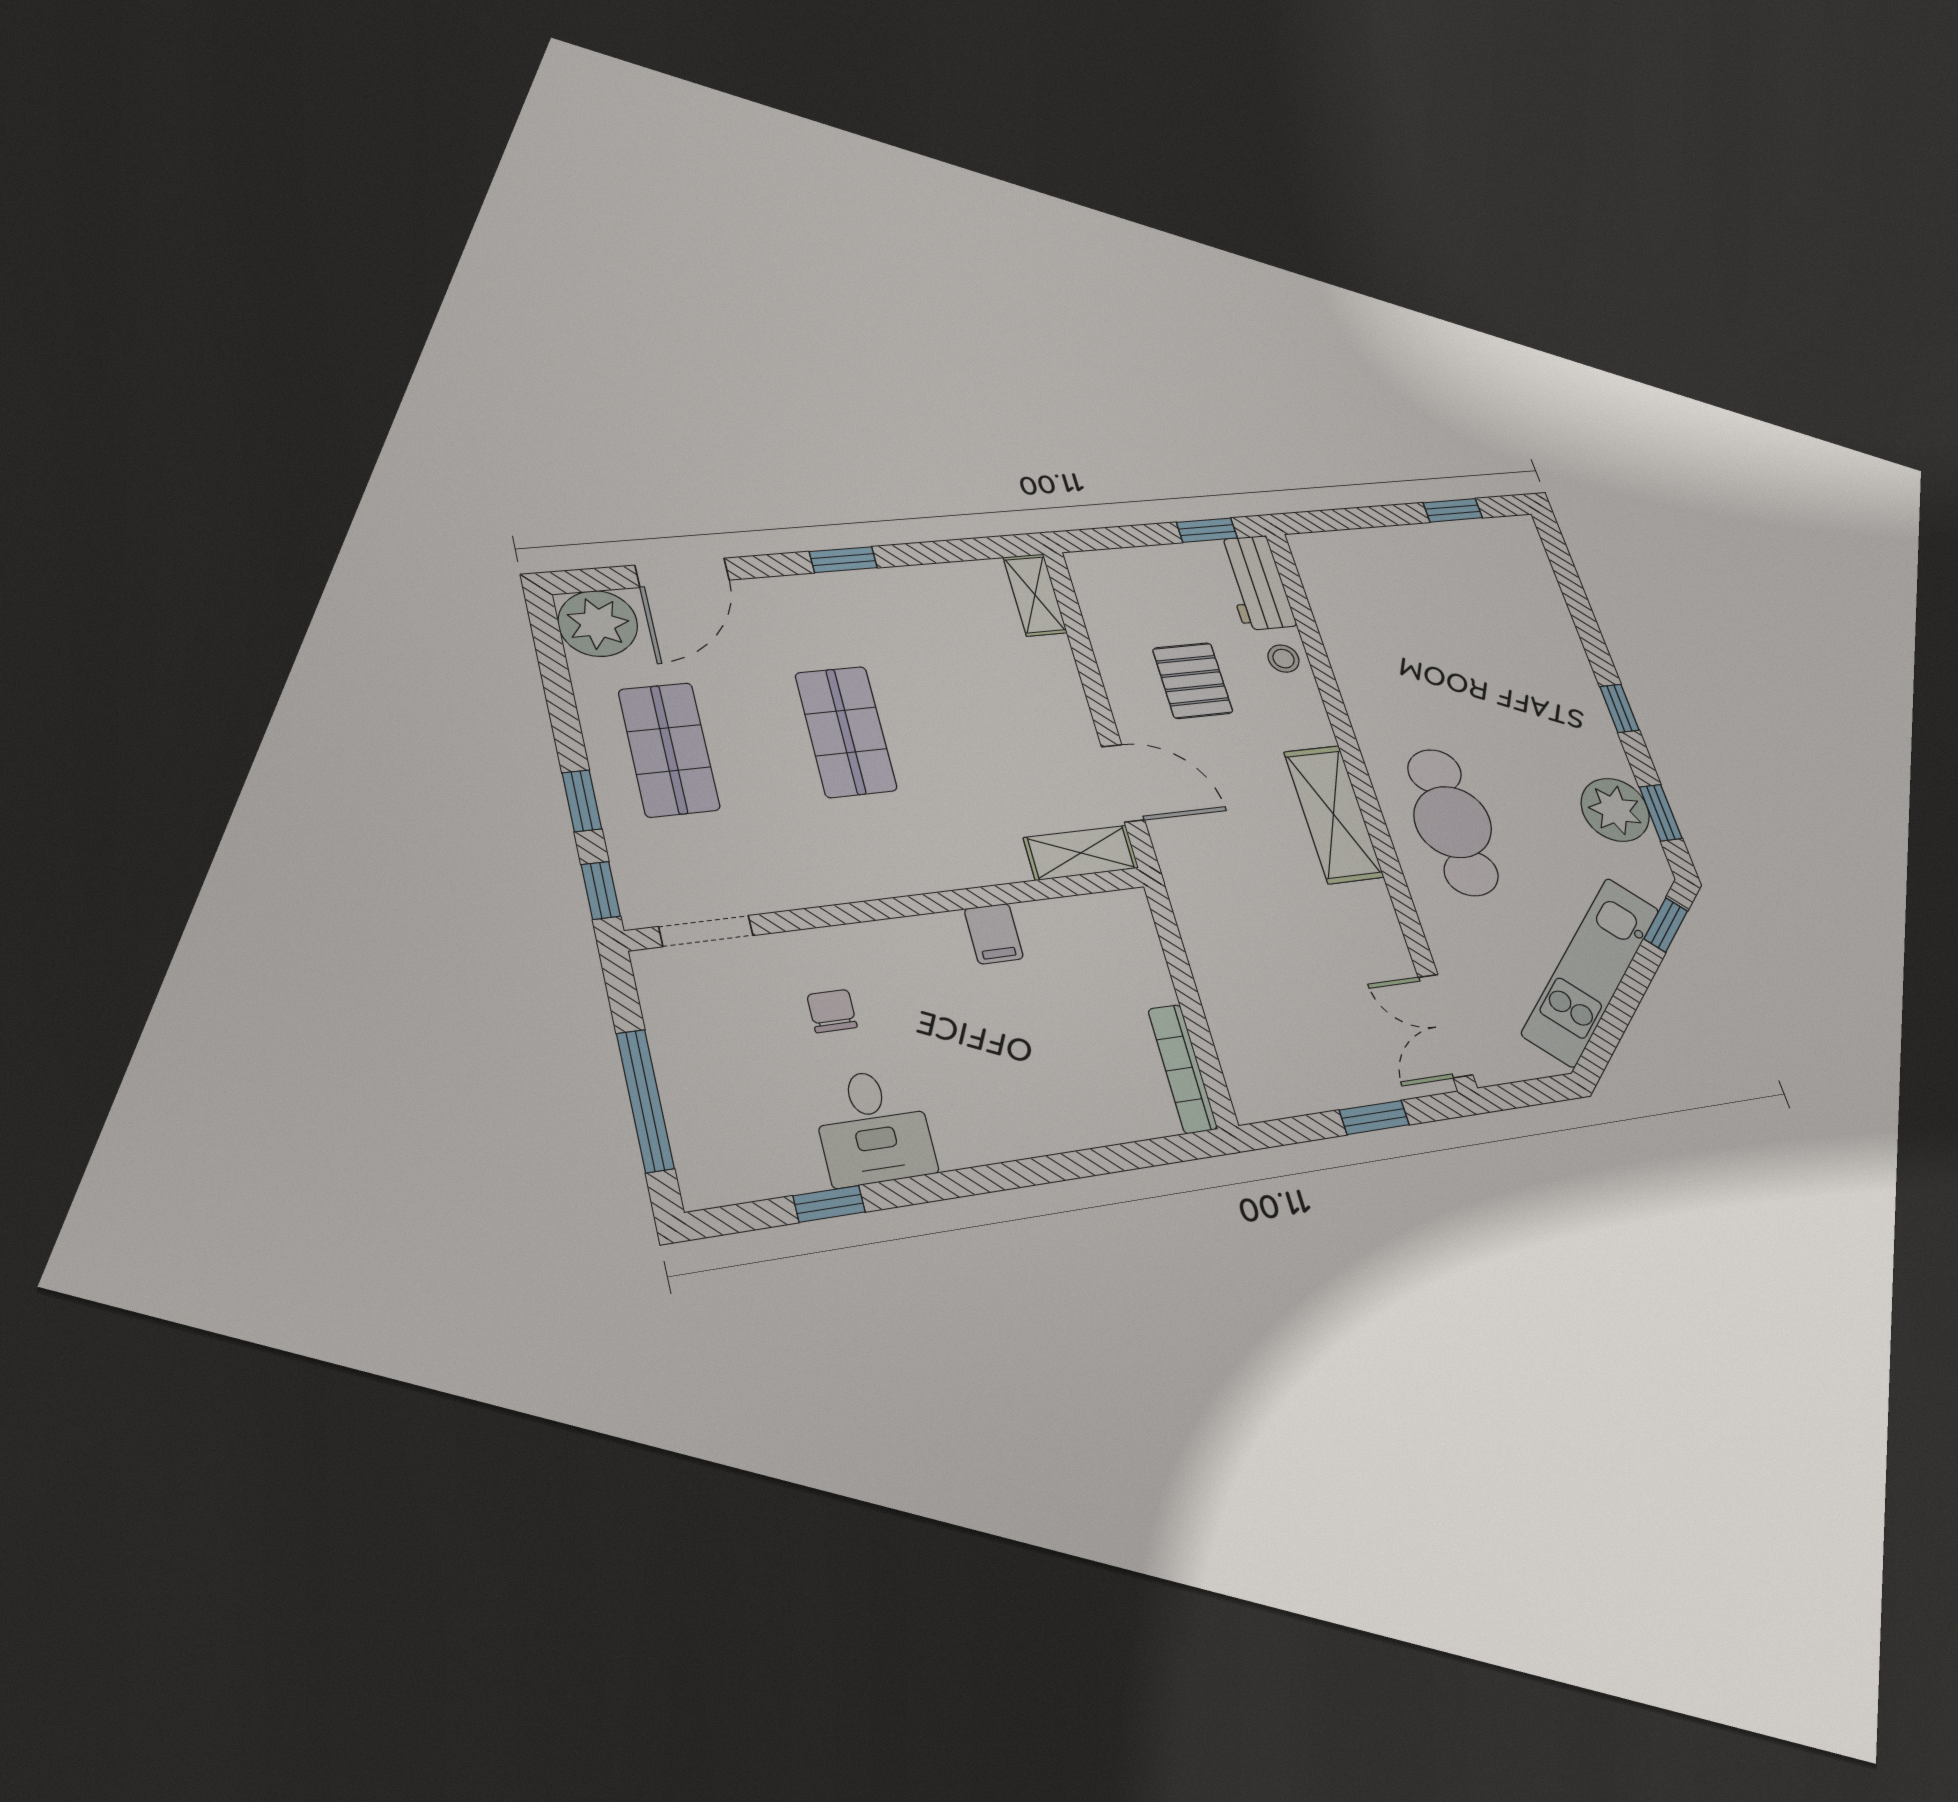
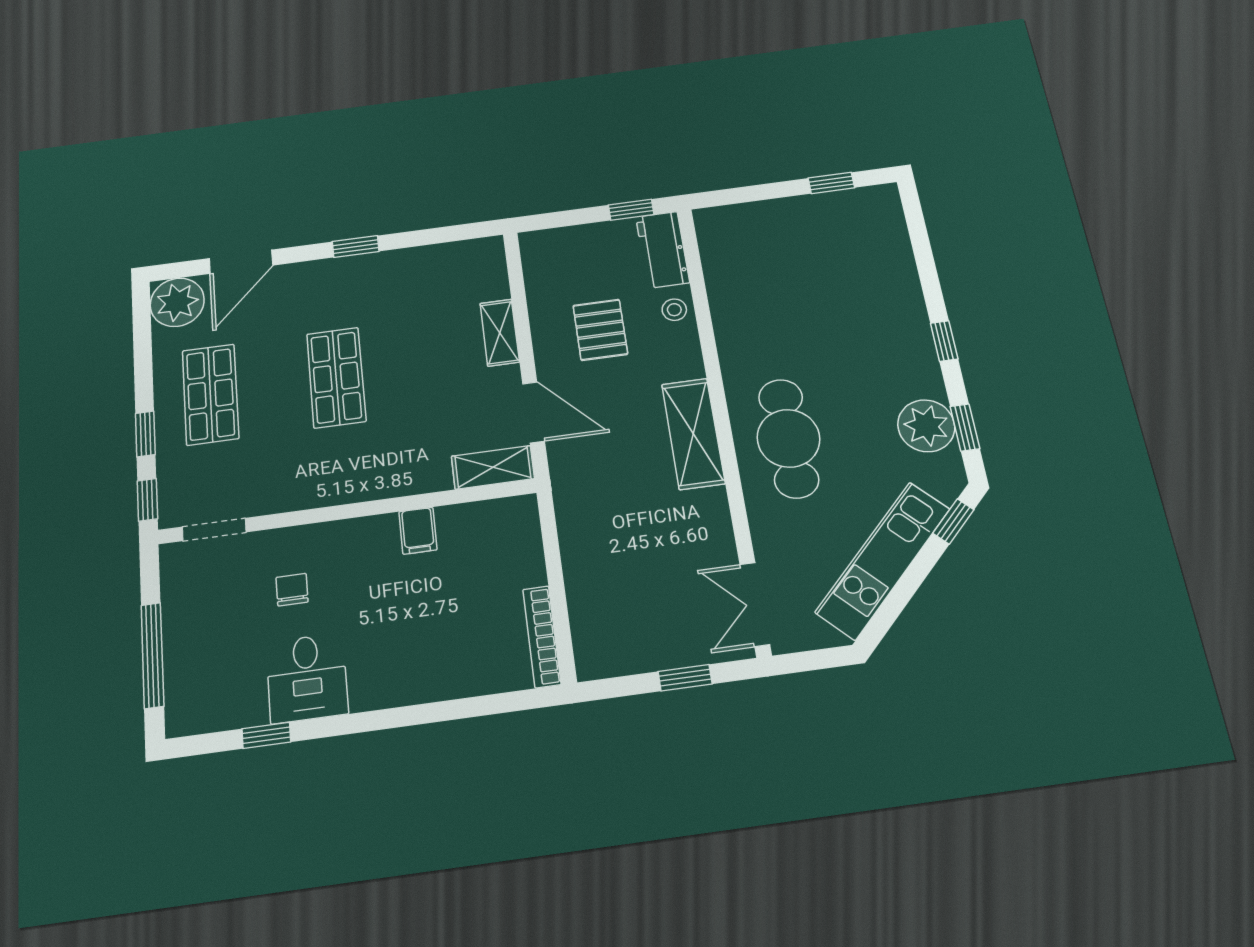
shelving: (1035, 595) -> (500, 333), moved

